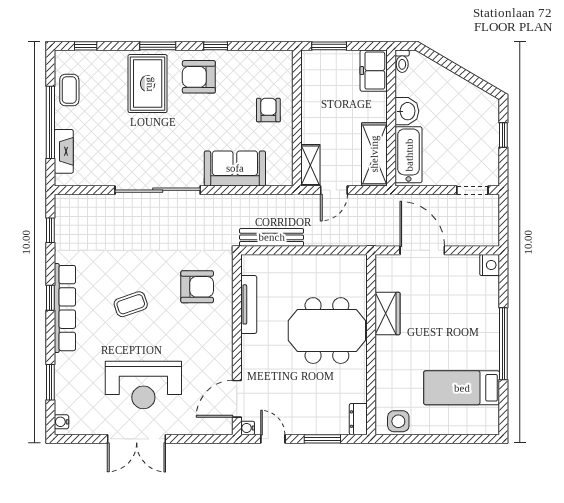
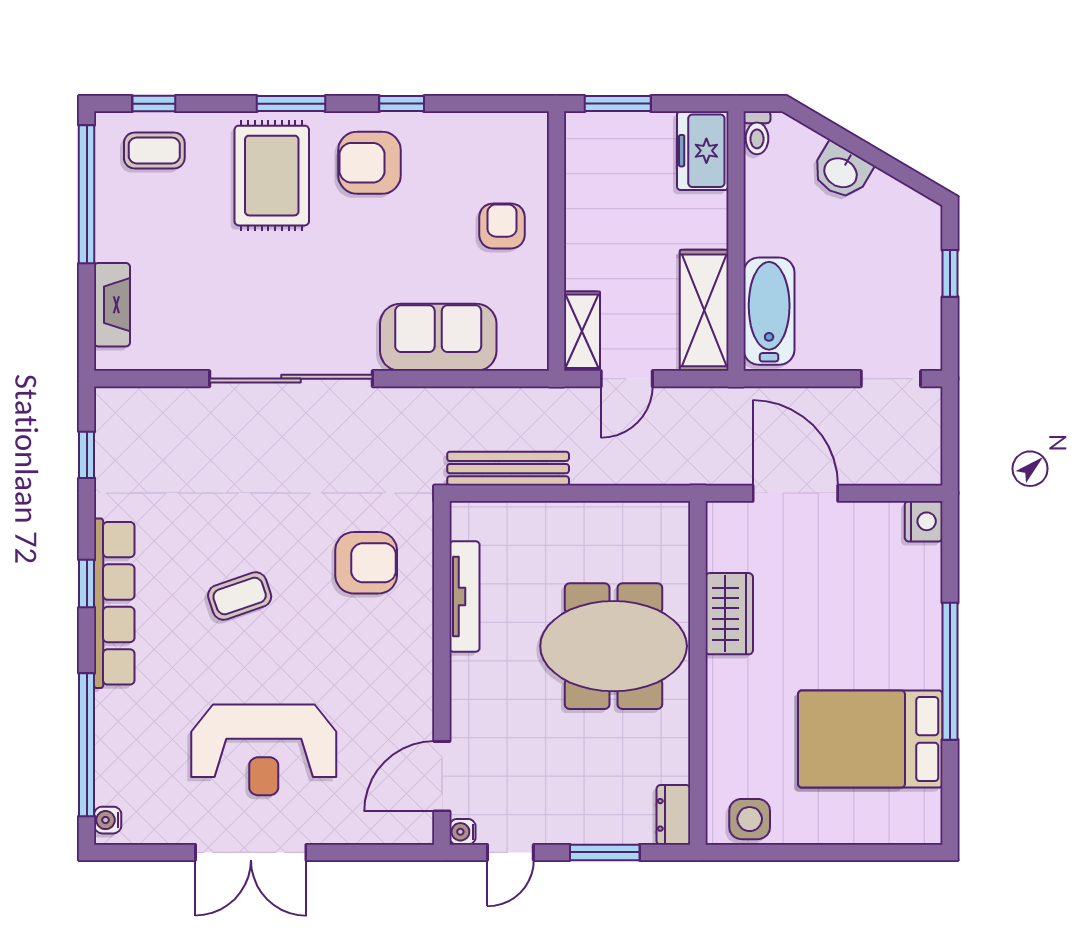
coffee table: (69, 90) -> (154, 150), moved, turned 90
washbasin: (407, 111) -> (841, 172), moved, turned 120
window: (50, 122) -> (87, 194), moved
window: (50, 382) -> (87, 745), width x2.11
bed: (462, 388) -> (870, 739), width x1.50
door: (273, 439) -> (510, 852), swing flipped

